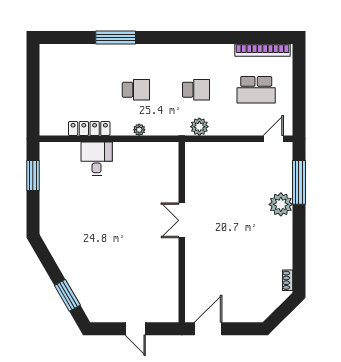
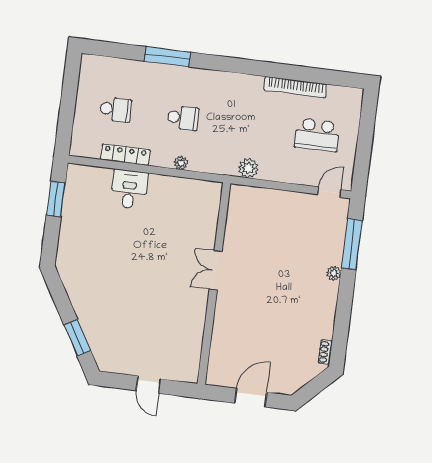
bookcase: (263, 50) -> (295, 87), moved
school desk: (196, 90) -> (116, 109), moved
plant: (281, 204) -> (334, 273), width x0.53, depth x0.53
door: (208, 329) -> (251, 398), moved

